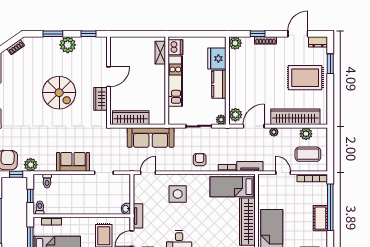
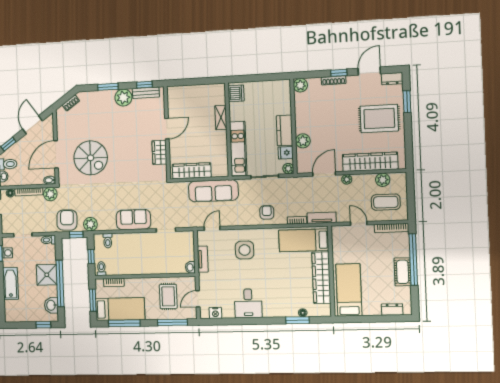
window: (258, 34) -> (339, 73), moved
bench: (90, 42) -> (146, 93), added
shelving: (160, 53) -> (221, 117), moved
fridge: (217, 59) -> (286, 153), moved, width x0.53, depth x0.75
kitchen unit: (175, 81) -> (238, 149), moved
spiral stairs: (59, 93) -> (91, 158), moved
plant: (235, 115) -> (303, 141), moved
tv unit: (138, 216) -> (203, 259), moved

